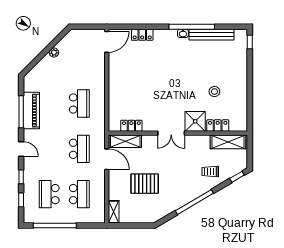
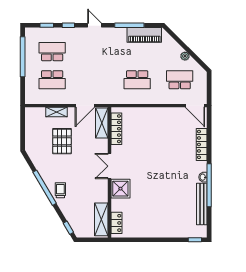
locker: (142, 35) -> (202, 144), width x1.53
stool: (214, 92) -> (148, 207), removed
piano: (31, 111) -> (144, 35), moved
locker: (218, 125) -> (117, 223), moved
locker: (131, 126) -> (116, 129), width x1.53
door: (21, 149) -> (95, 25), swing flipped
school desk: (79, 149) -> (180, 80), moved, turned 180
trolley: (210, 172) -> (60, 190), moved
shelving: (114, 212) -> (56, 112), moved

